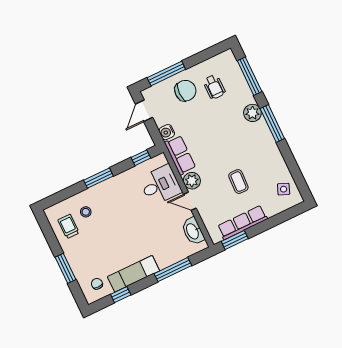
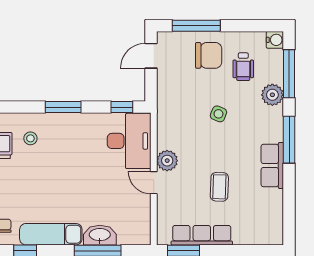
plant: (252, 113) -> (272, 95), moved
water cooler: (167, 132) -> (275, 40), moved, turned 180
row of seats: (180, 155) -> (272, 166), moved, turned 180
desk: (160, 185) -> (129, 141), width x1.37
side table: (284, 189) -> (218, 114), moved
washbasin: (193, 231) -> (100, 235), moved, turned 90

